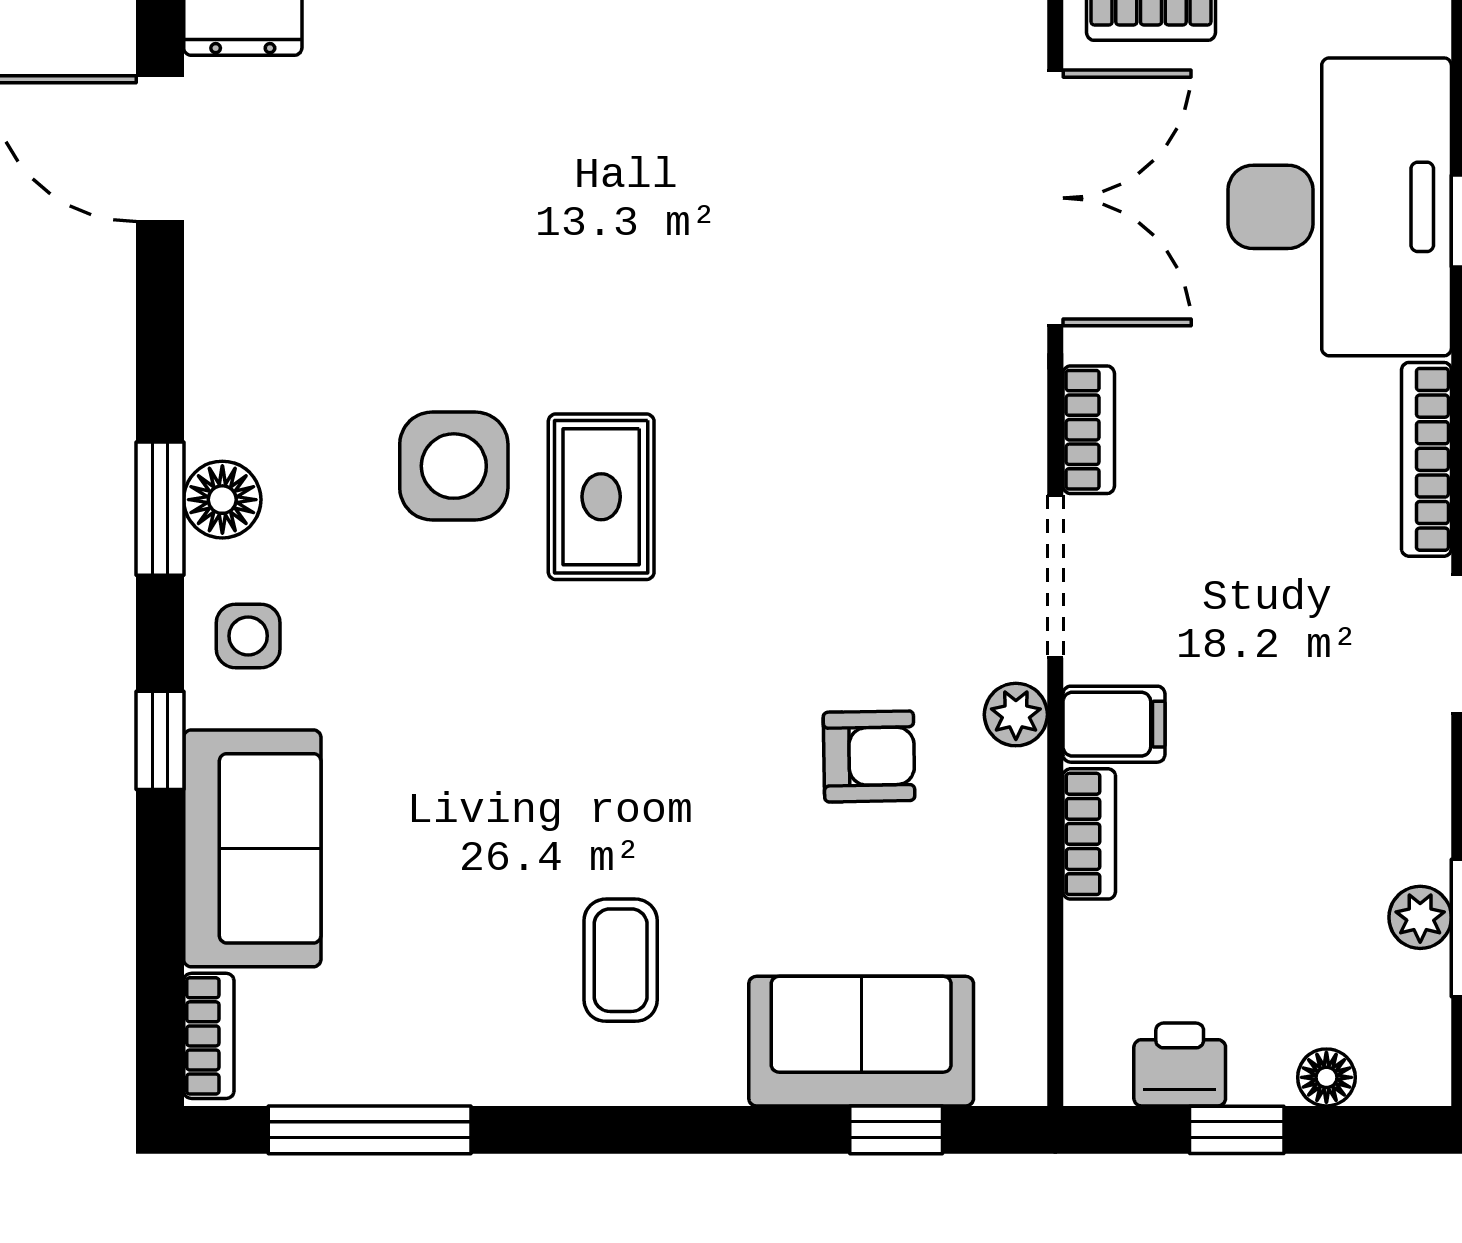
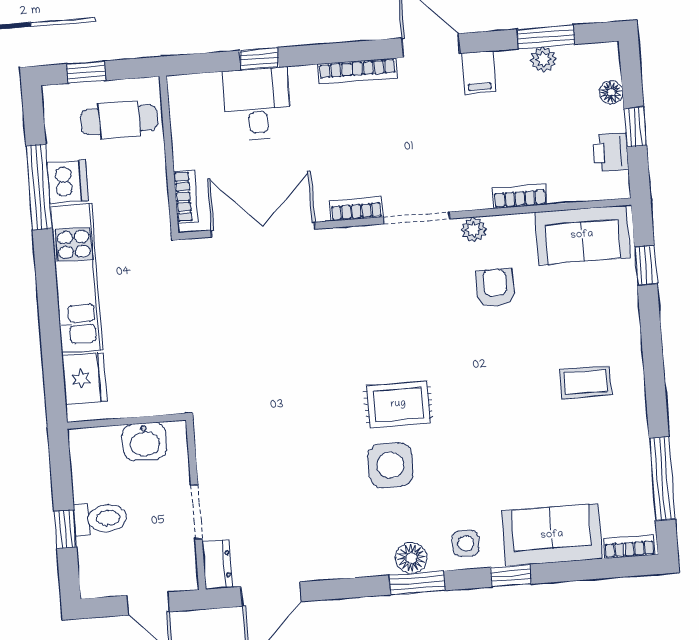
desk: (1340, 207) -> (257, 104), width x0.53, depth x0.77
filing cabinet: (1114, 724) -> (479, 72), moved, turned 180
sofa: (861, 1041) -> (582, 235), moved, turned -90

